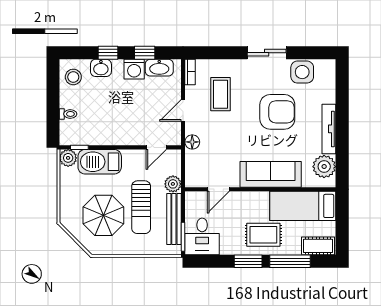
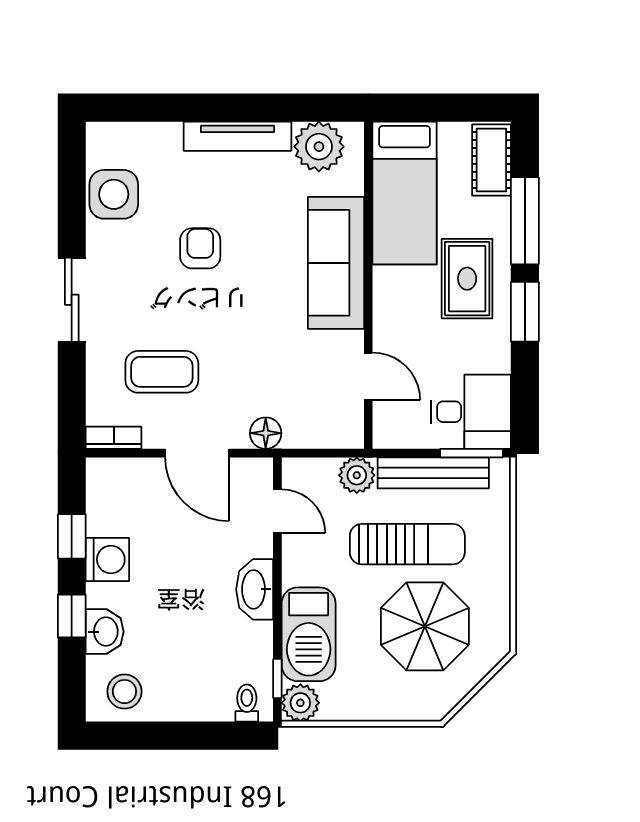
sliding door: (267, 53) -> (72, 300), moved
washbasin: (159, 68) -> (255, 589), moved, turned 180
door: (183, 110) -> (197, 453), width x1.38
armchair: (277, 112) -> (200, 248), width x0.53, depth x0.53
toilet: (68, 114) -> (247, 703), moved

